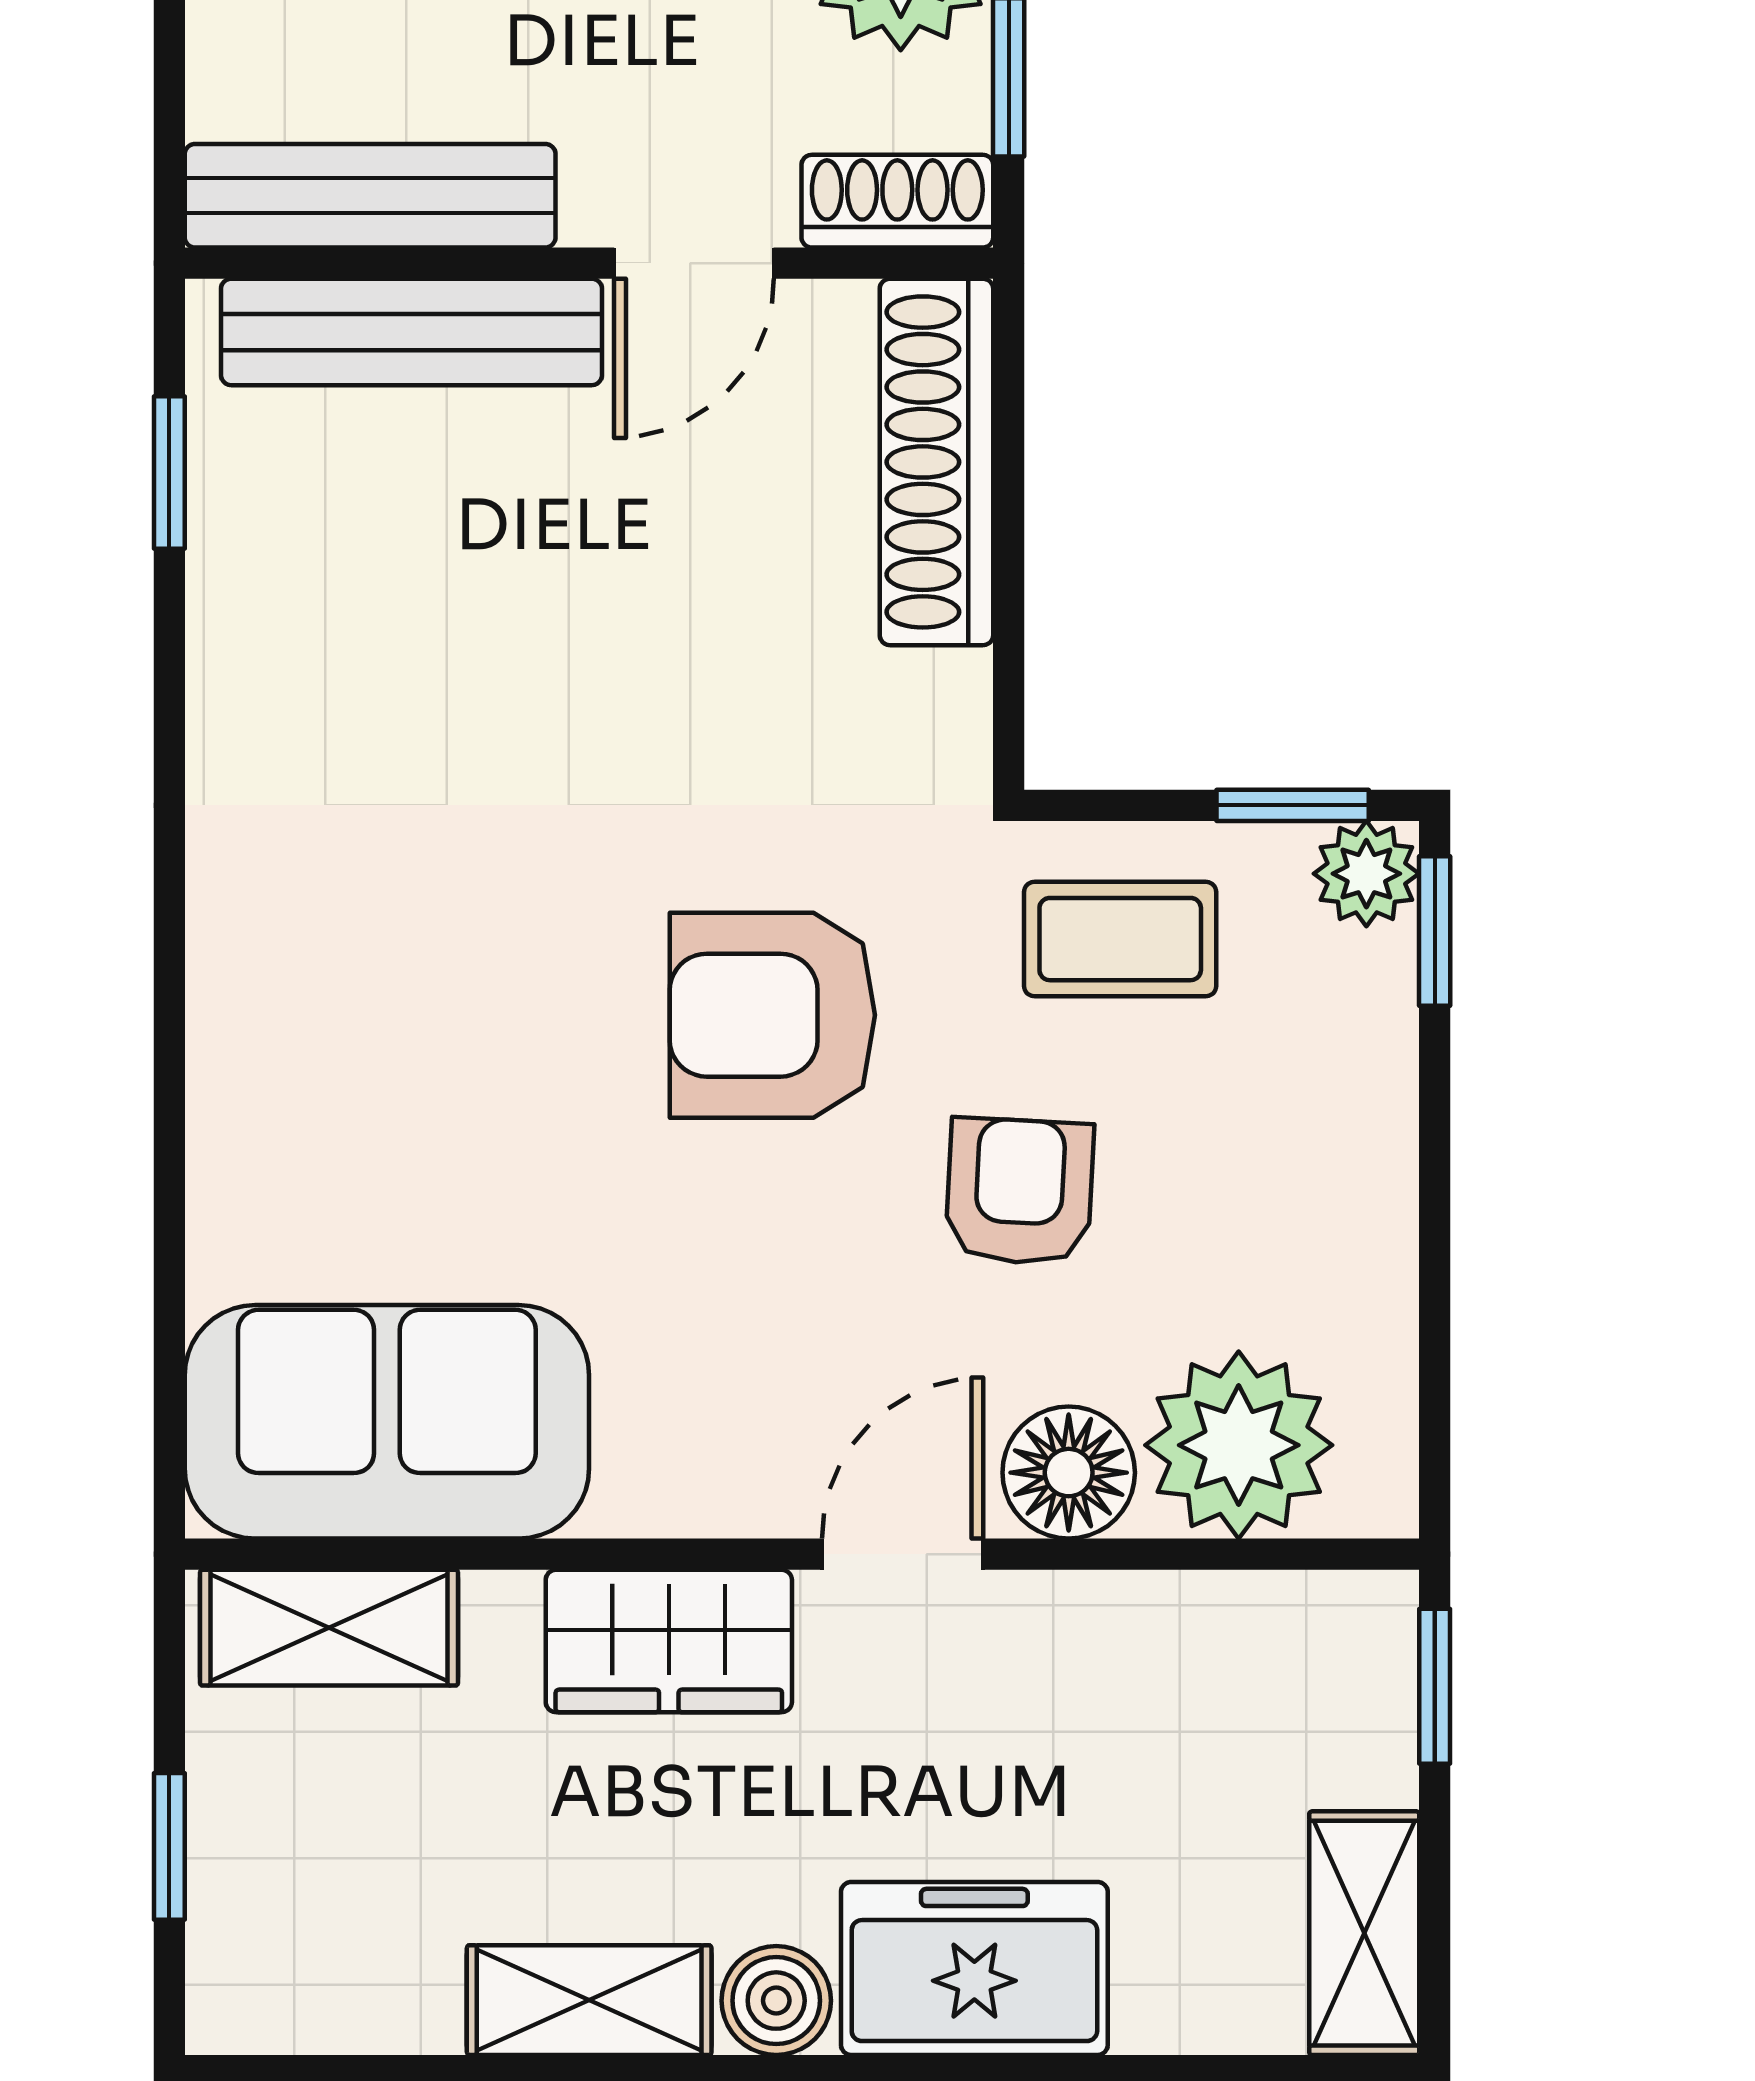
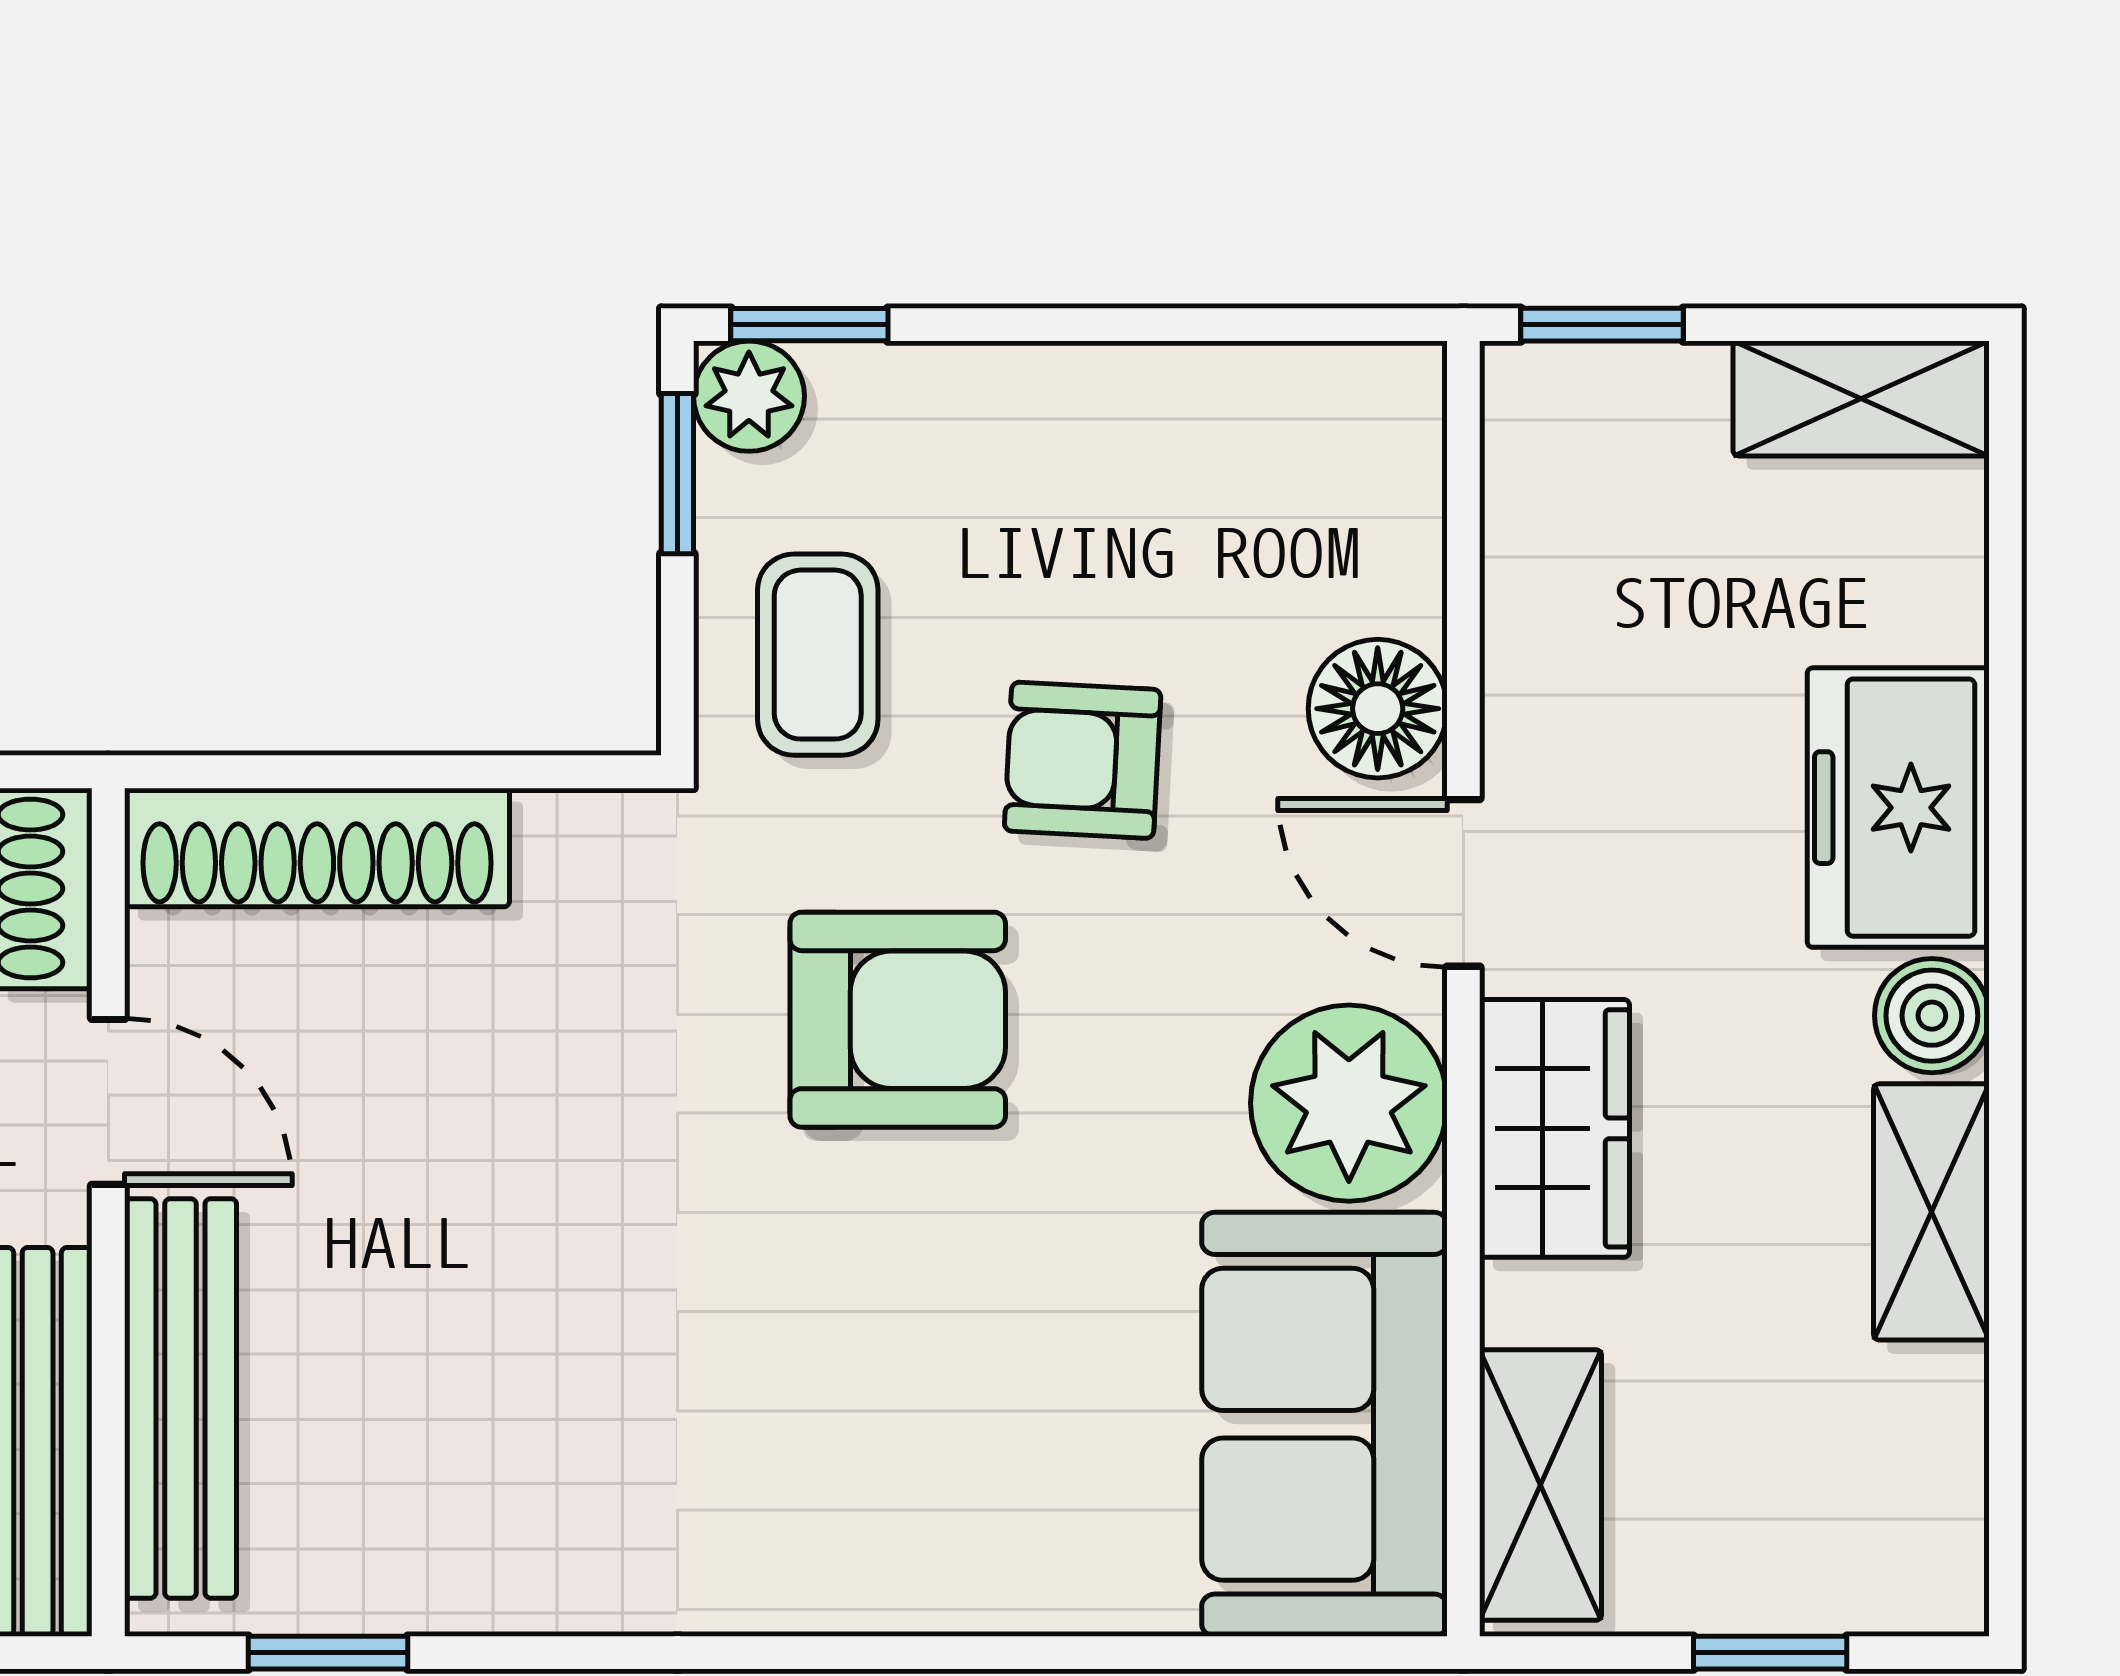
armchair: (772, 1015) -> (898, 1020), turned -90
plant: (1239, 1445) -> (1349, 1103), moved

